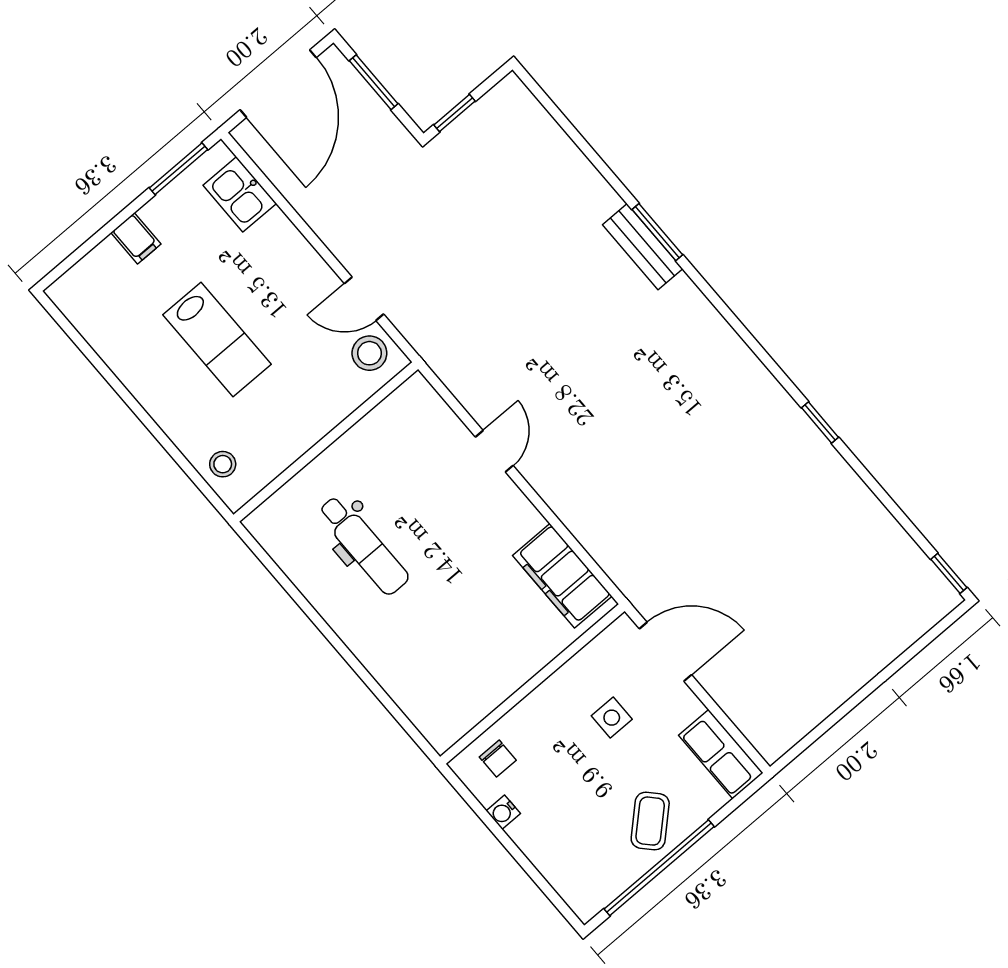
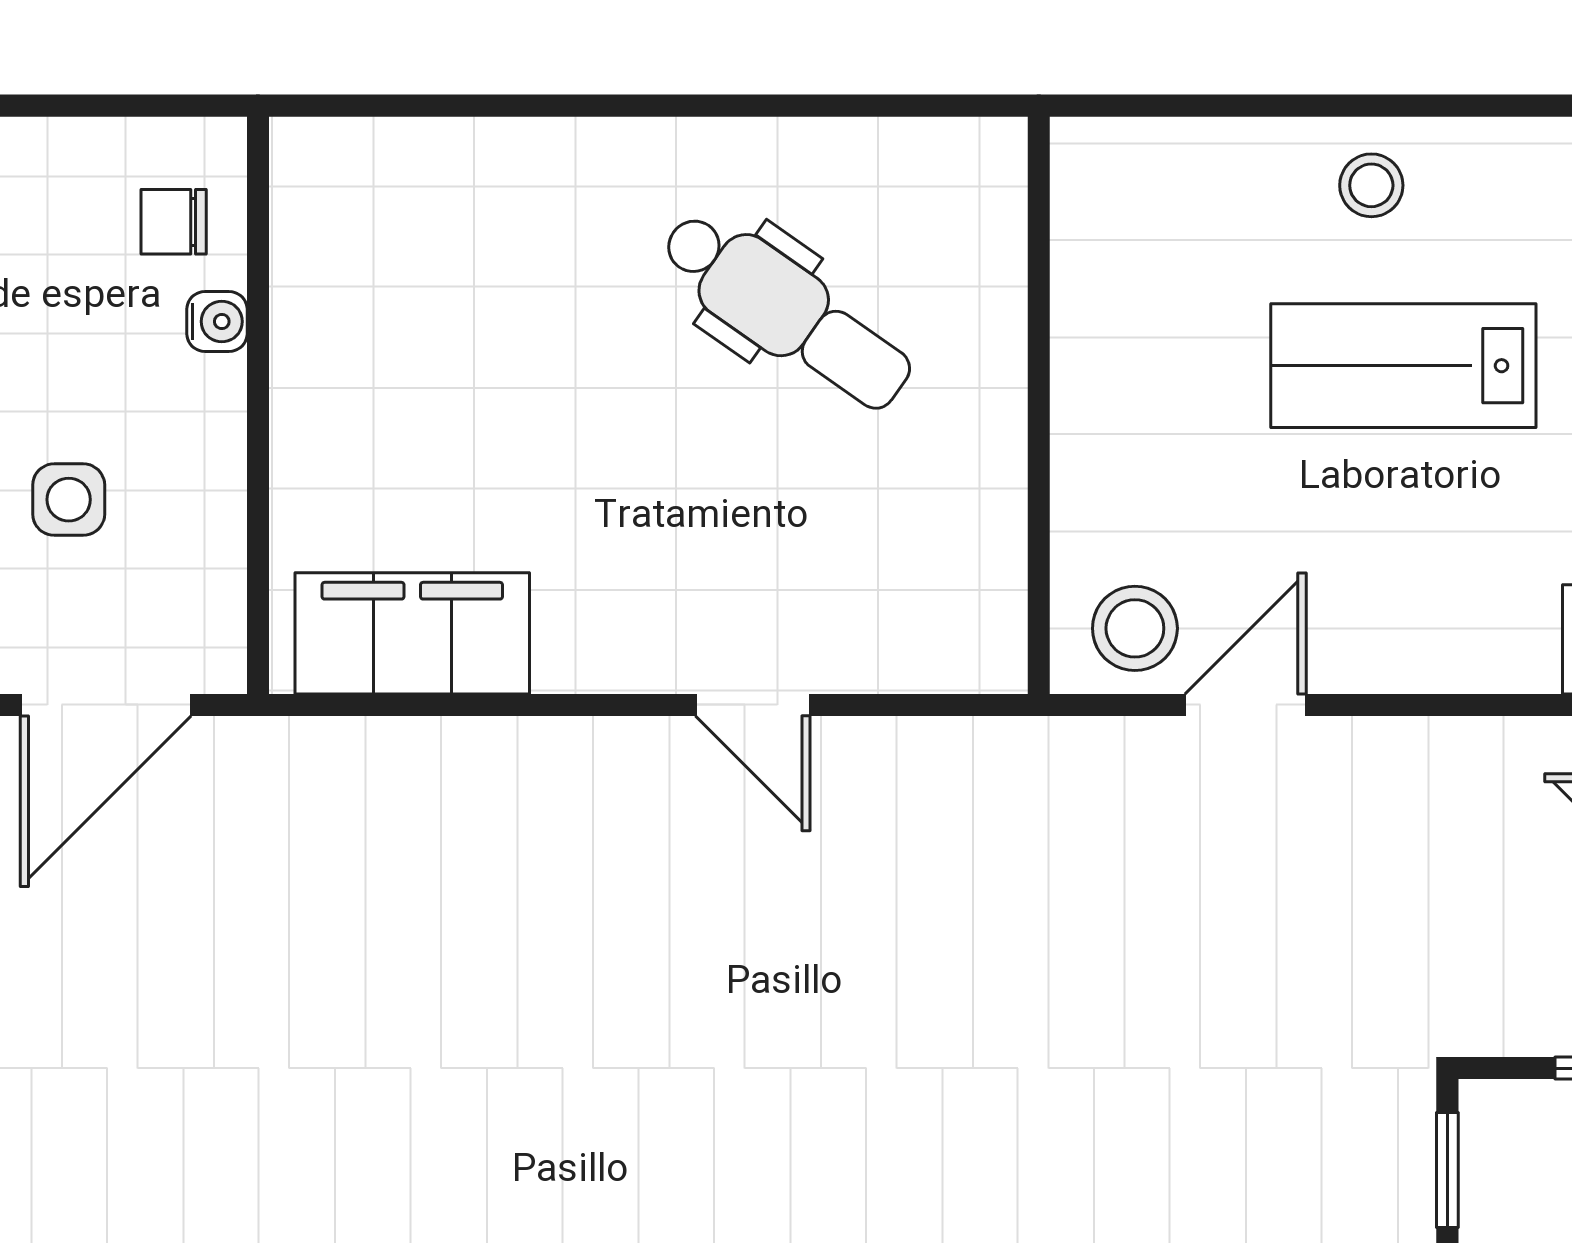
stool: (223, 464) -> (1371, 185), moved
dental chair: (363, 545) -> (786, 311), turned -145
water cooler: (503, 812) -> (217, 321), moved, turned 90

